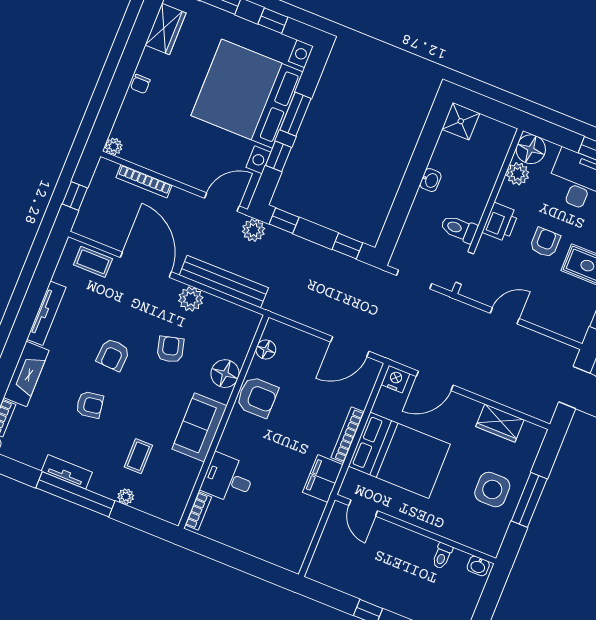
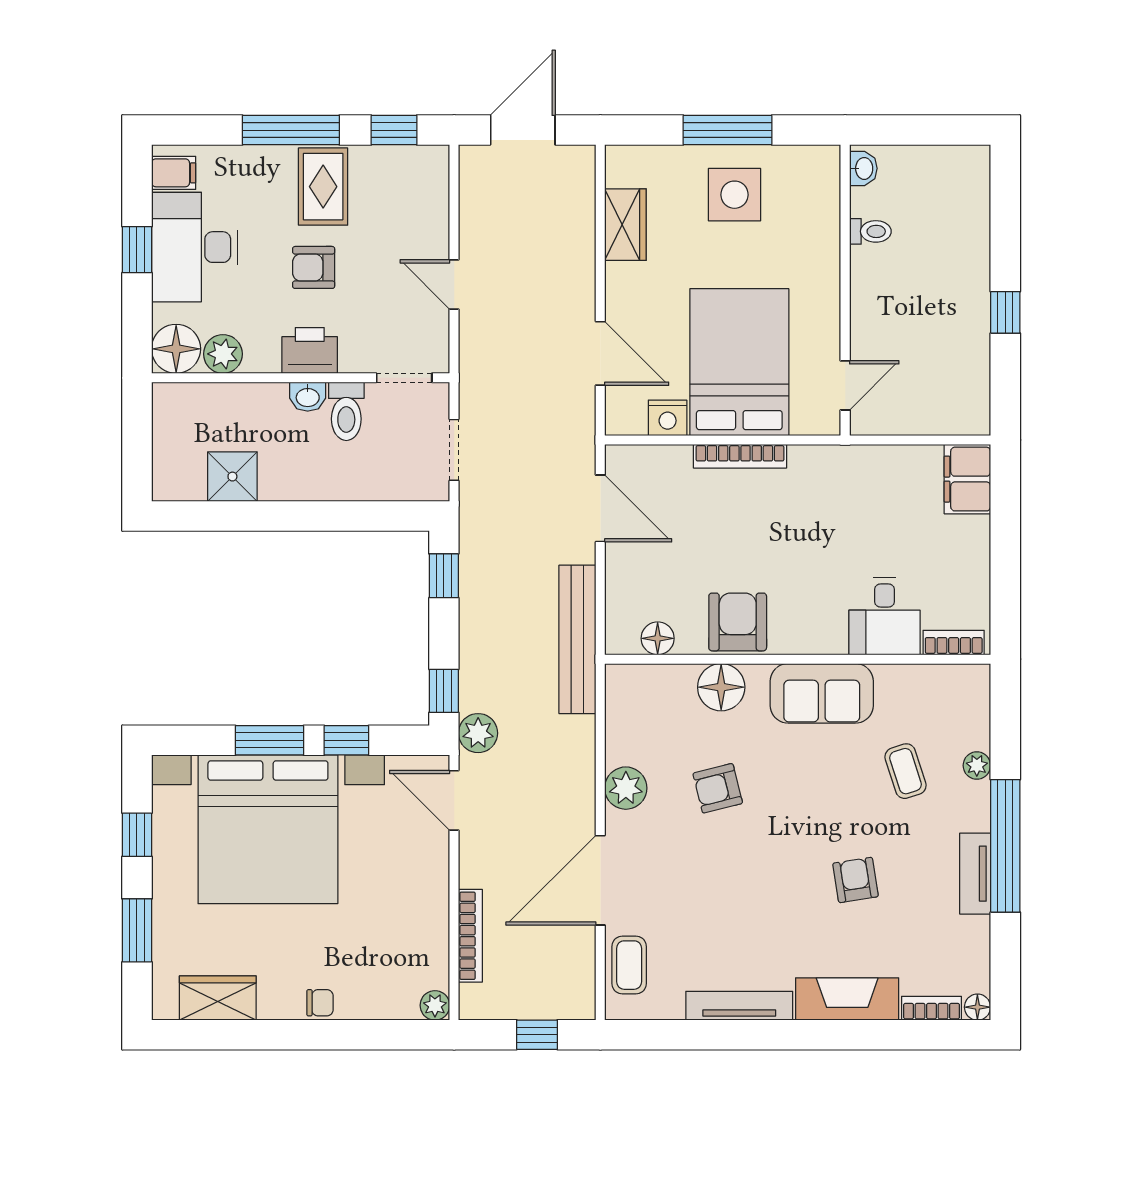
shower: (461, 121) -> (232, 477), moved
washbasin: (431, 180) -> (308, 397), moved, turned 180
bench: (224, 282) -> (577, 639), moved
armchair: (113, 355) -> (762, 875), removed
nightstand: (395, 379) -> (668, 418), moved, turned -90
coffee table: (138, 456) -> (906, 771), turned 72
filing cabinet: (323, 479) -> (967, 479), moved, turned 90

